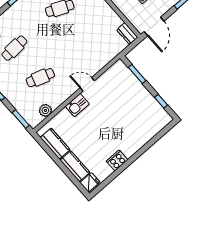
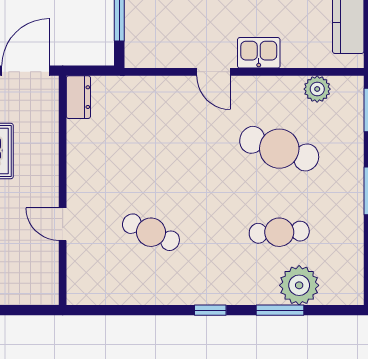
cafe table: (40, 78) -> (279, 149), width x1.37, depth x1.35

